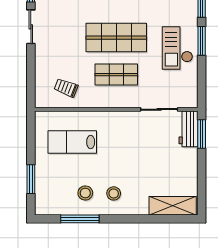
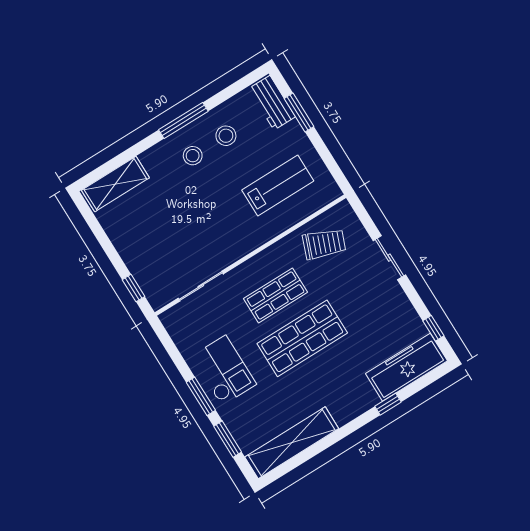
sliding door: (31, 27) -> (389, 258), moved
trolley: (66, 88) -> (324, 244), width x1.36, depth x1.39
workbench: (189, 129) -> (272, 103), moved, turned 180
window: (202, 134) -> (134, 288), width x0.67
window: (80, 219) -> (183, 121), moved

